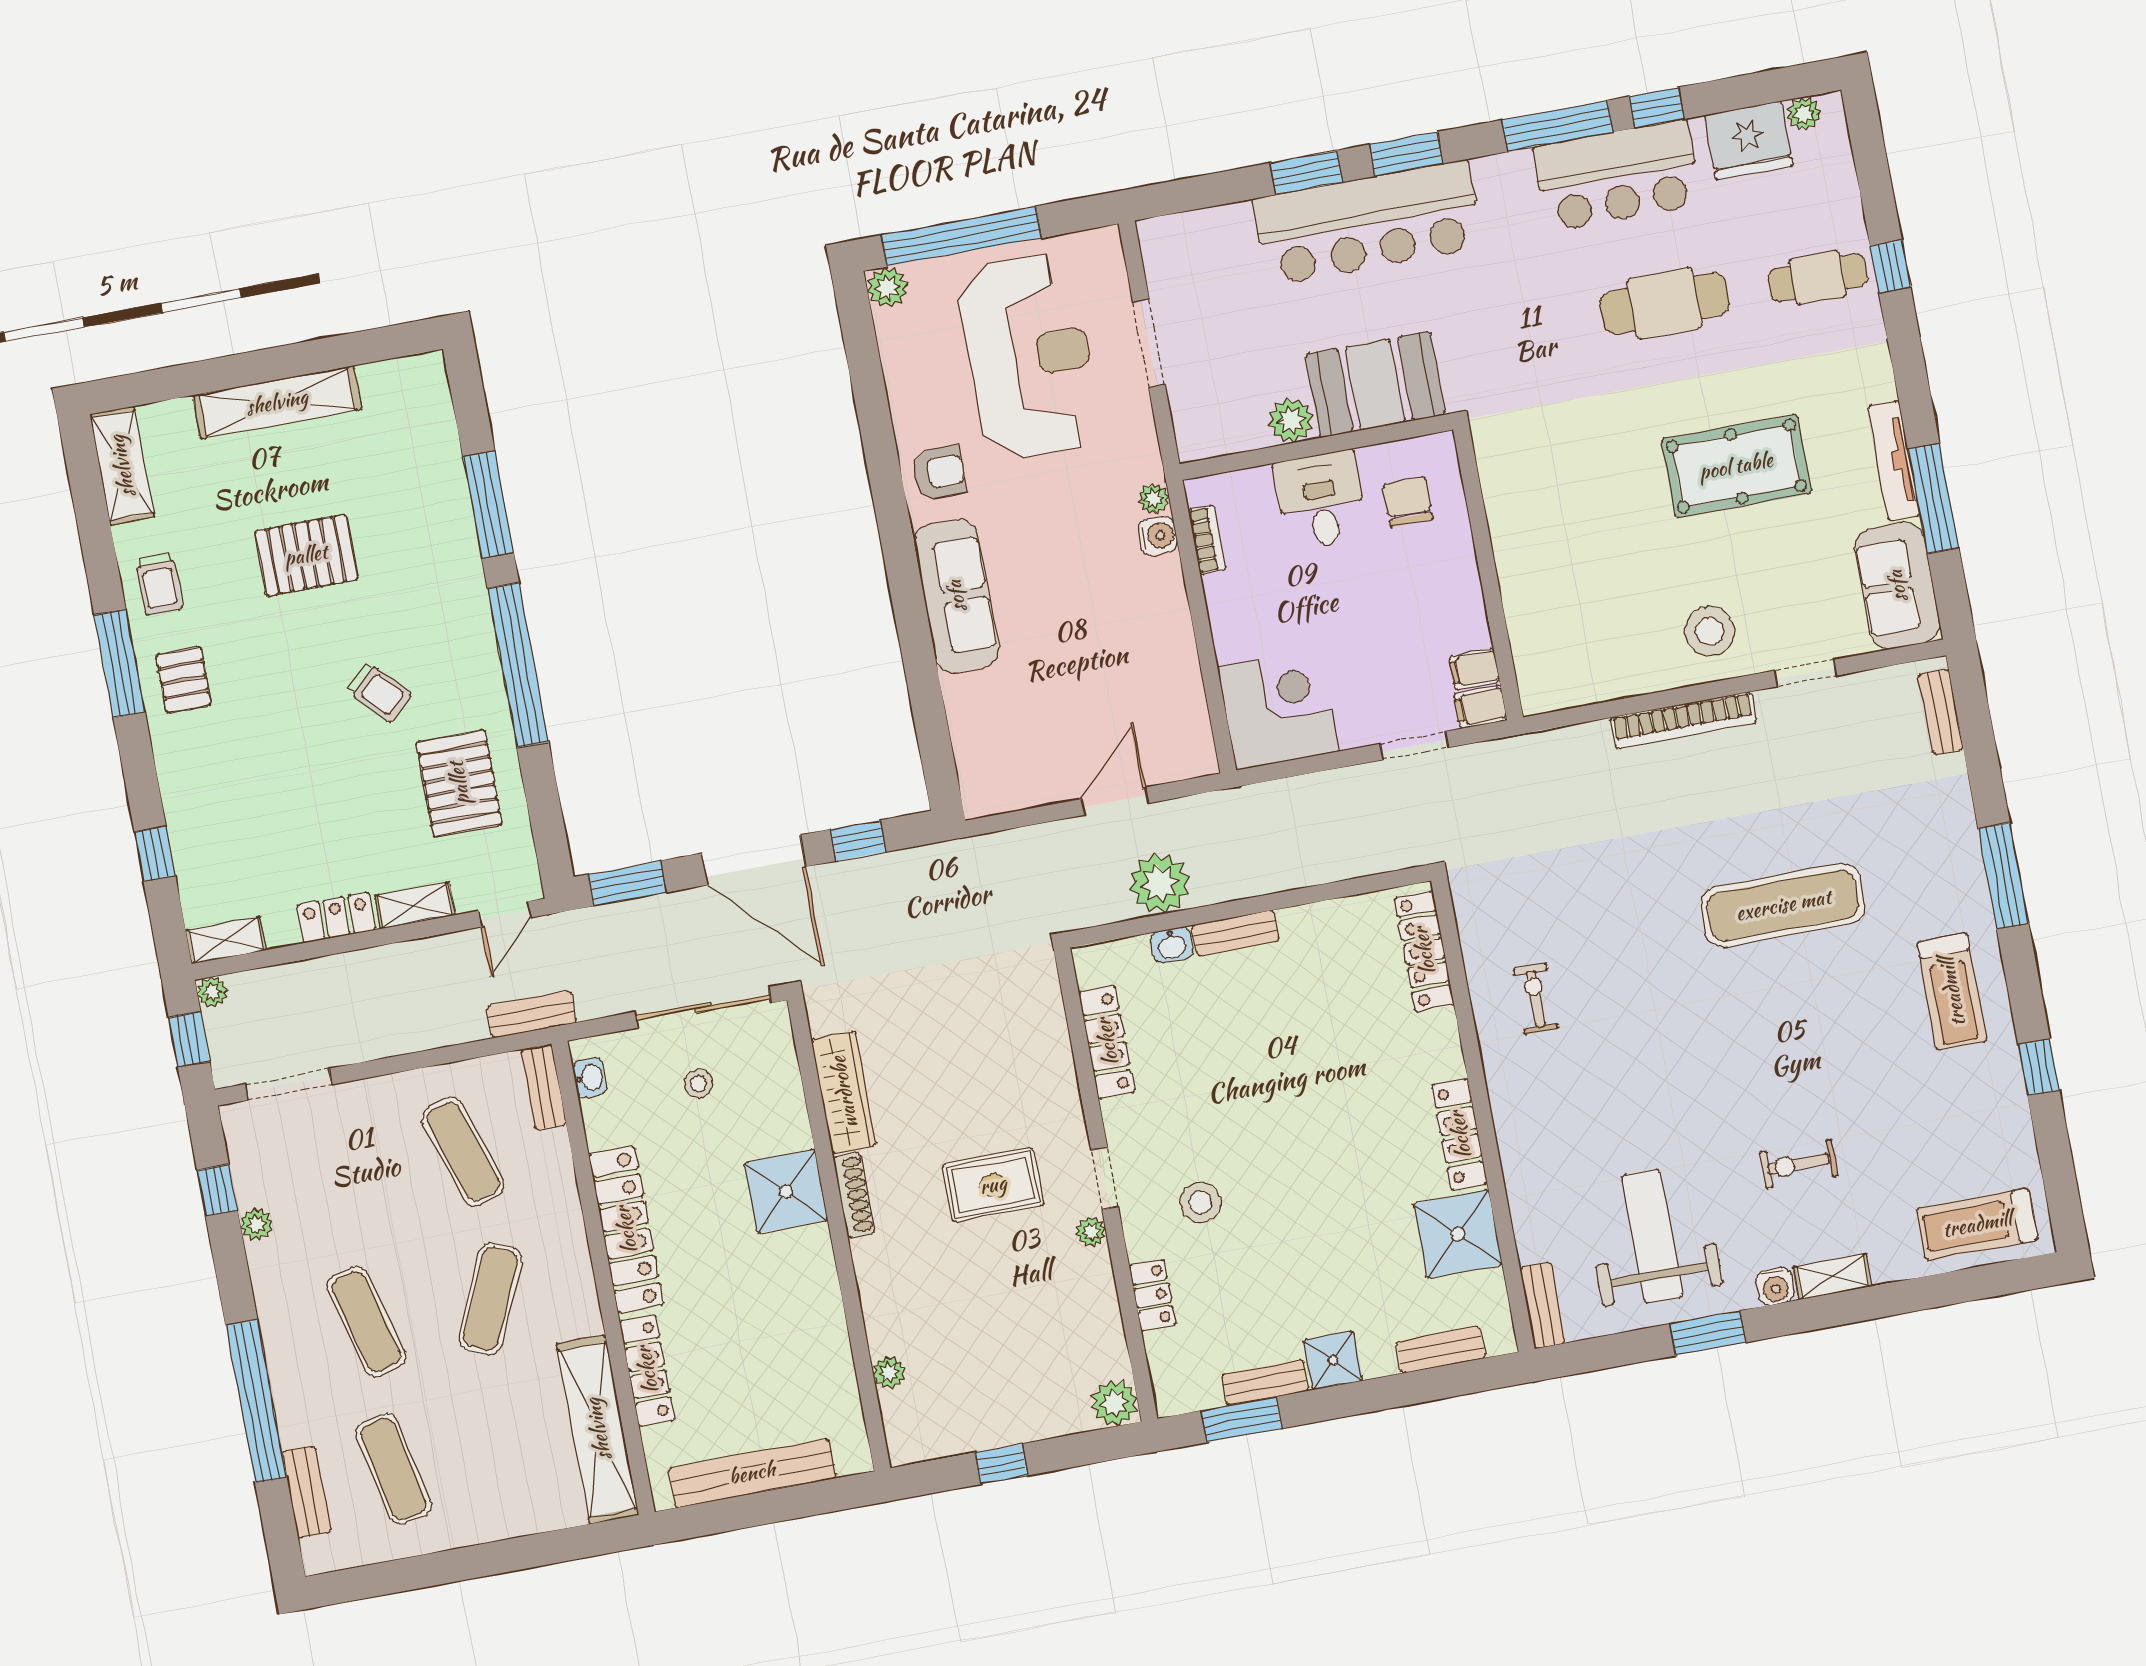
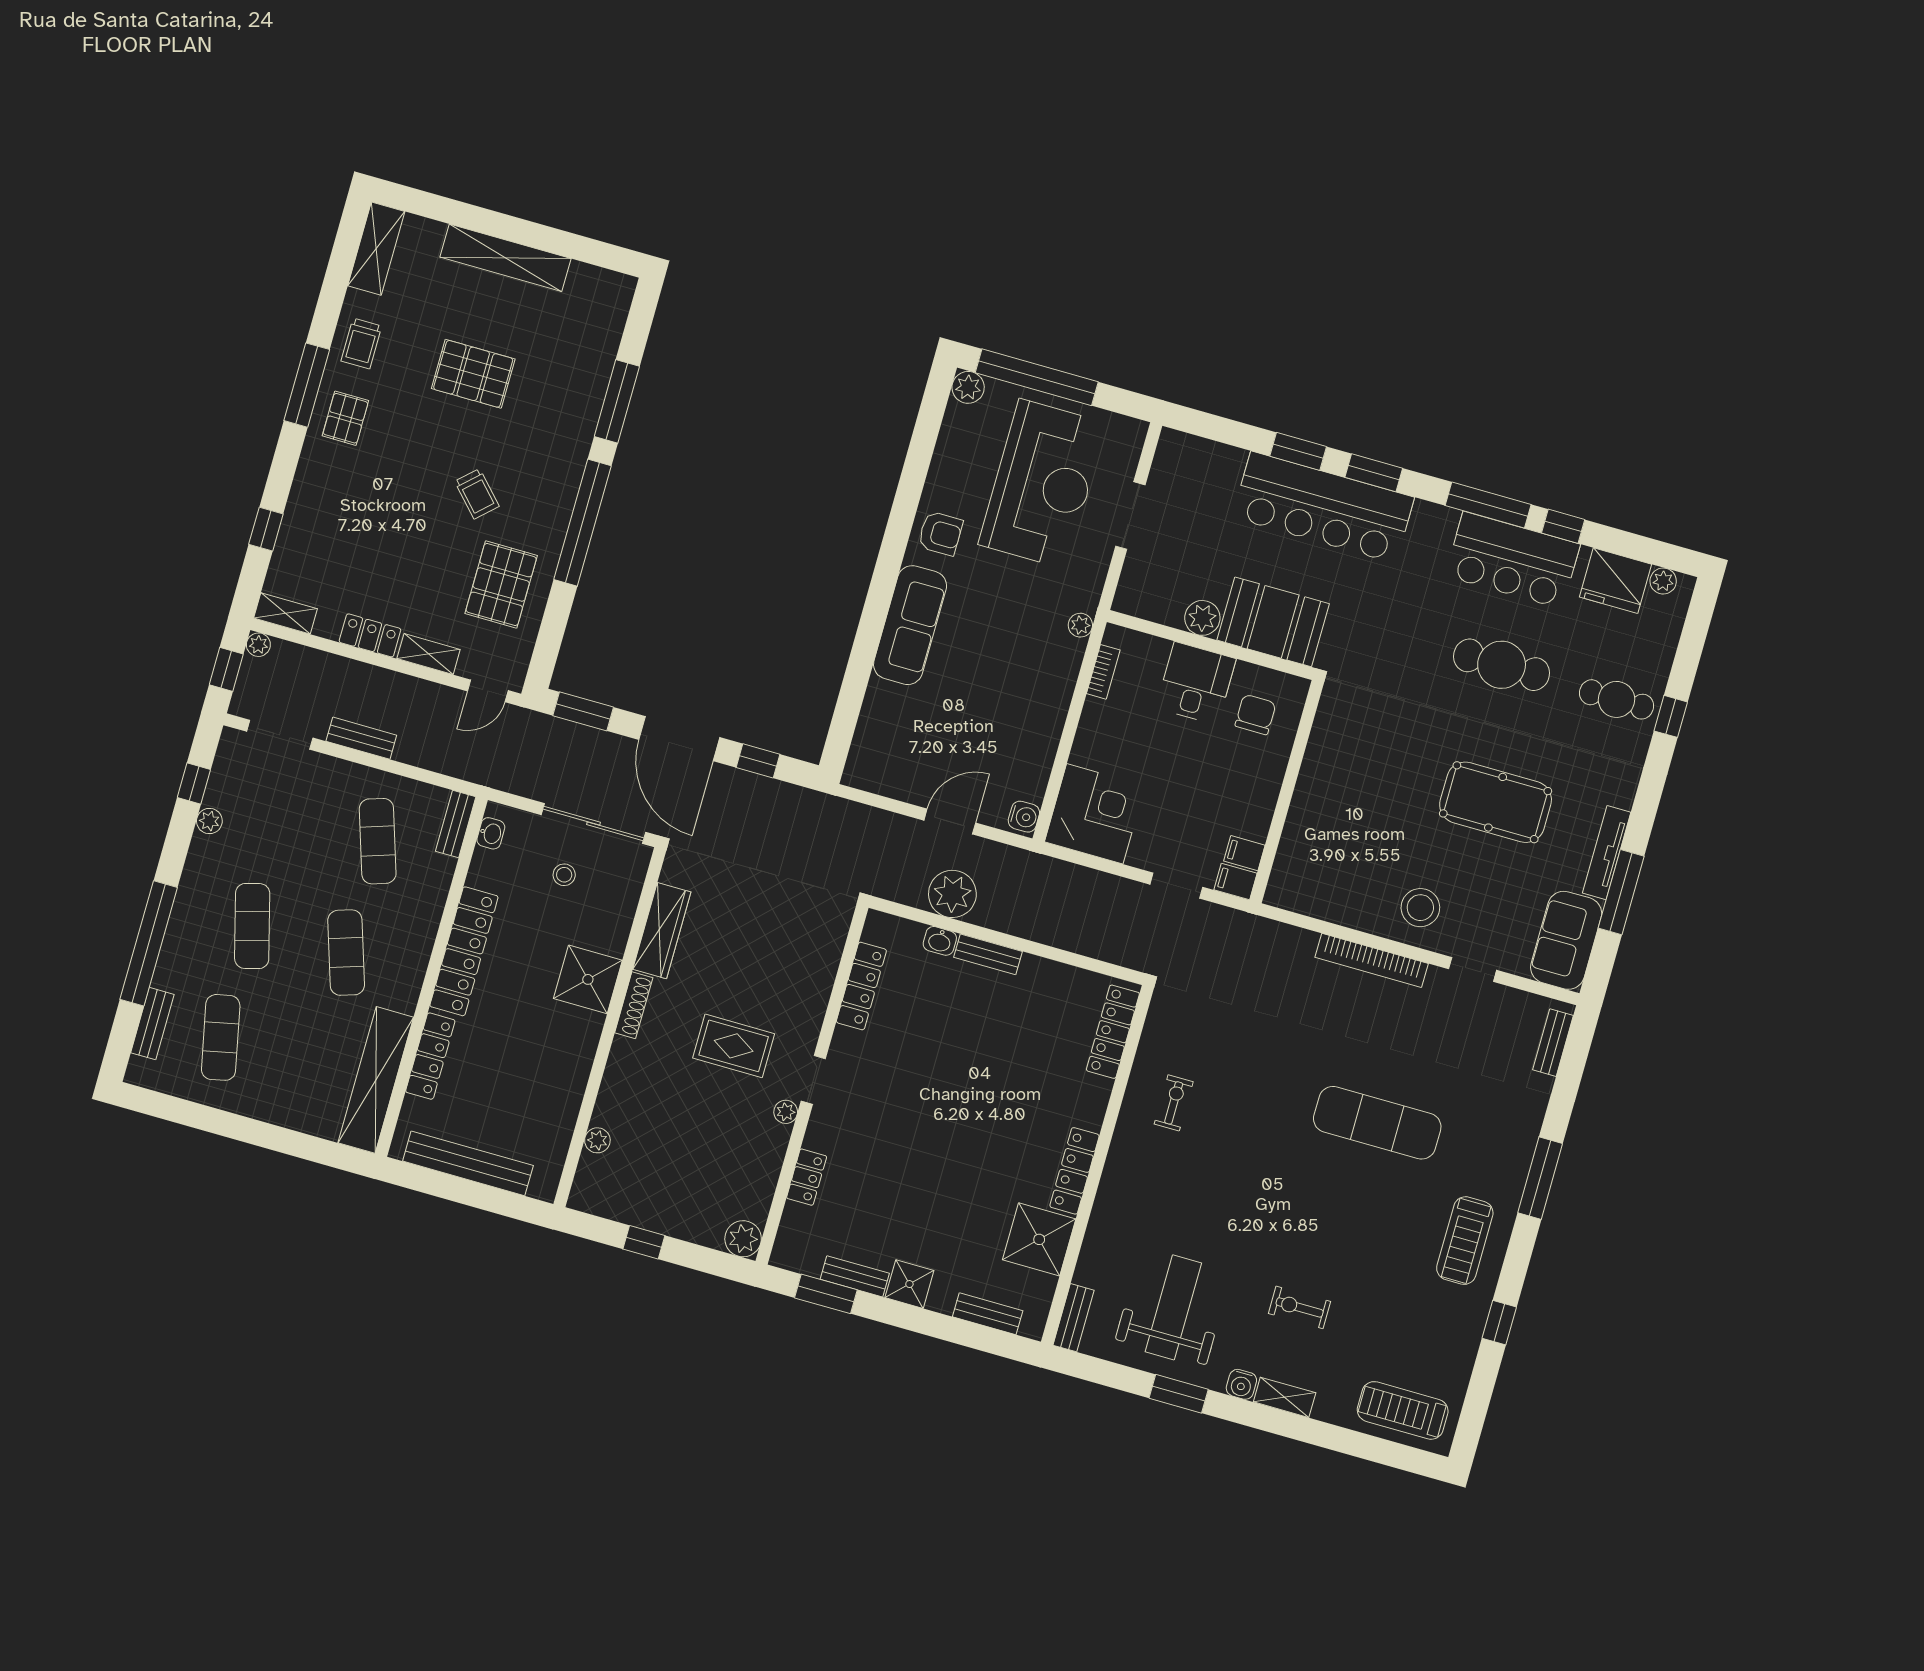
water cooler: (1158, 536) -> (1024, 817), moved
bench: (532, 1014) -> (361, 738), moved
stool: (1200, 1203) -> (871, 1129), removed
exercise mat: (490, 1299) -> (346, 953), turned -42

